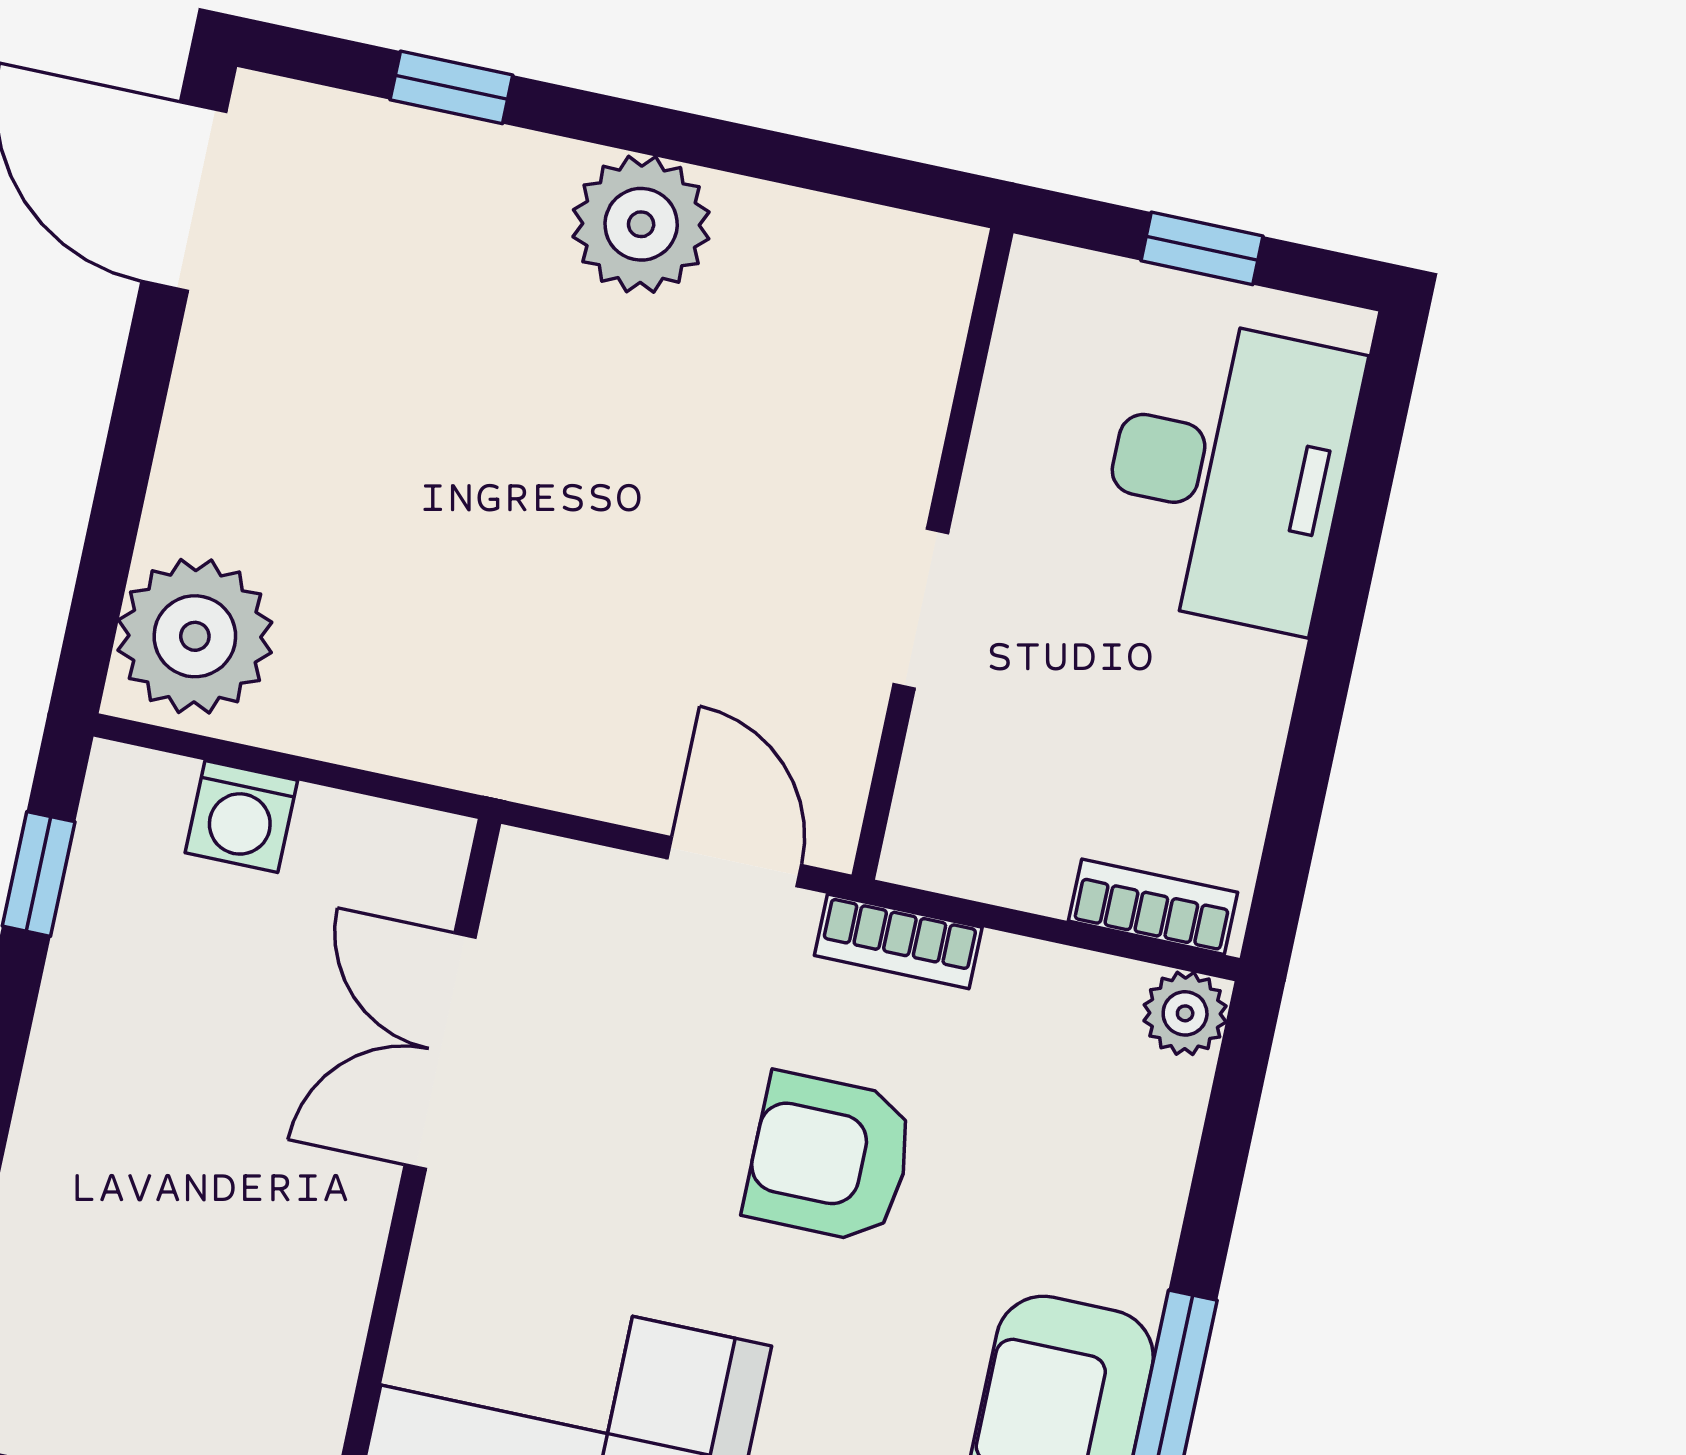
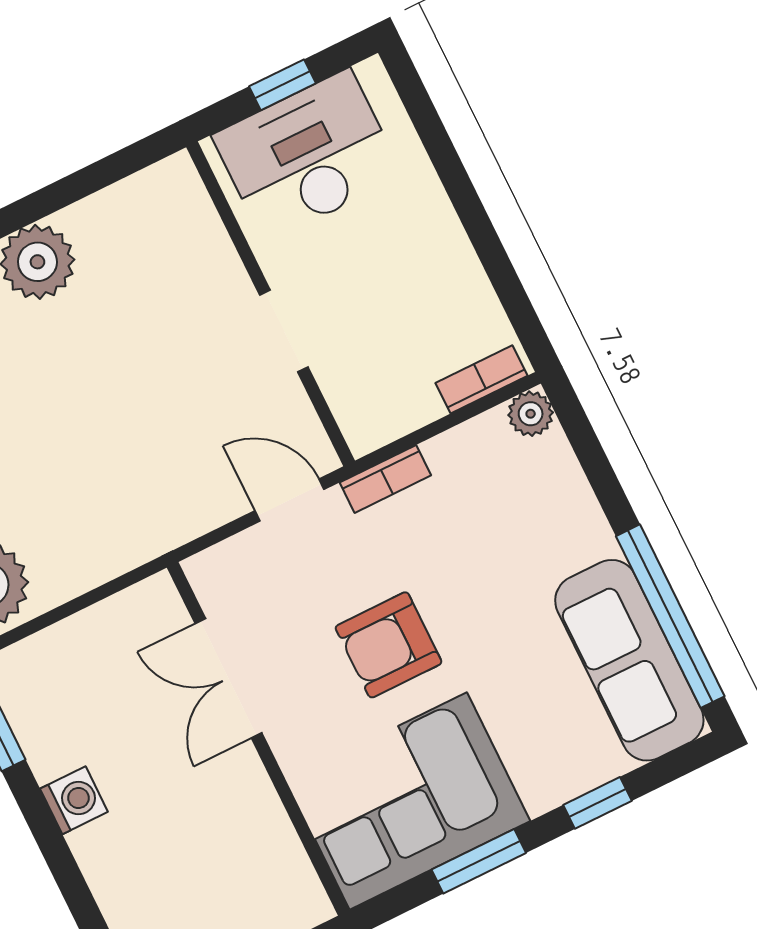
desk: (1227, 473) -> (307, 156), moved, turned -90
washing machine: (241, 817) -> (74, 800), moved, turned -90
armchair: (830, 1158) -> (389, 645), moved

